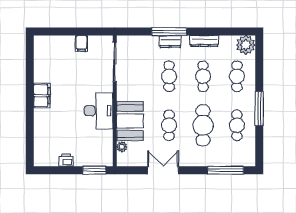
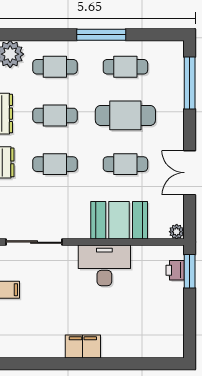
plant: (122, 147) -> (177, 232), moved
printer: (66, 160) -> (175, 270), moved

